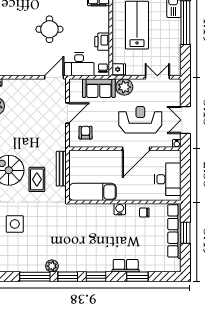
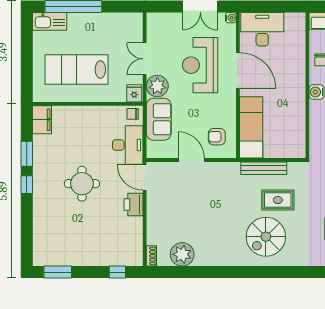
printer: (102, 42) -> (134, 204), moved, turned 90
double door: (157, 77) -> (145, 59), moved
desk: (168, 179) -> (262, 29), moved
exam couch: (93, 192) -> (251, 127), moved, turned 180

